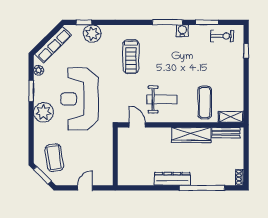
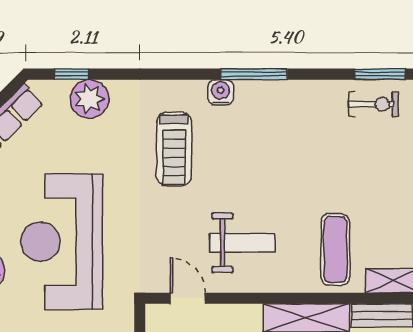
window: (207, 22) -> (380, 74), moved
water cooler: (182, 31) -> (221, 92), moved

